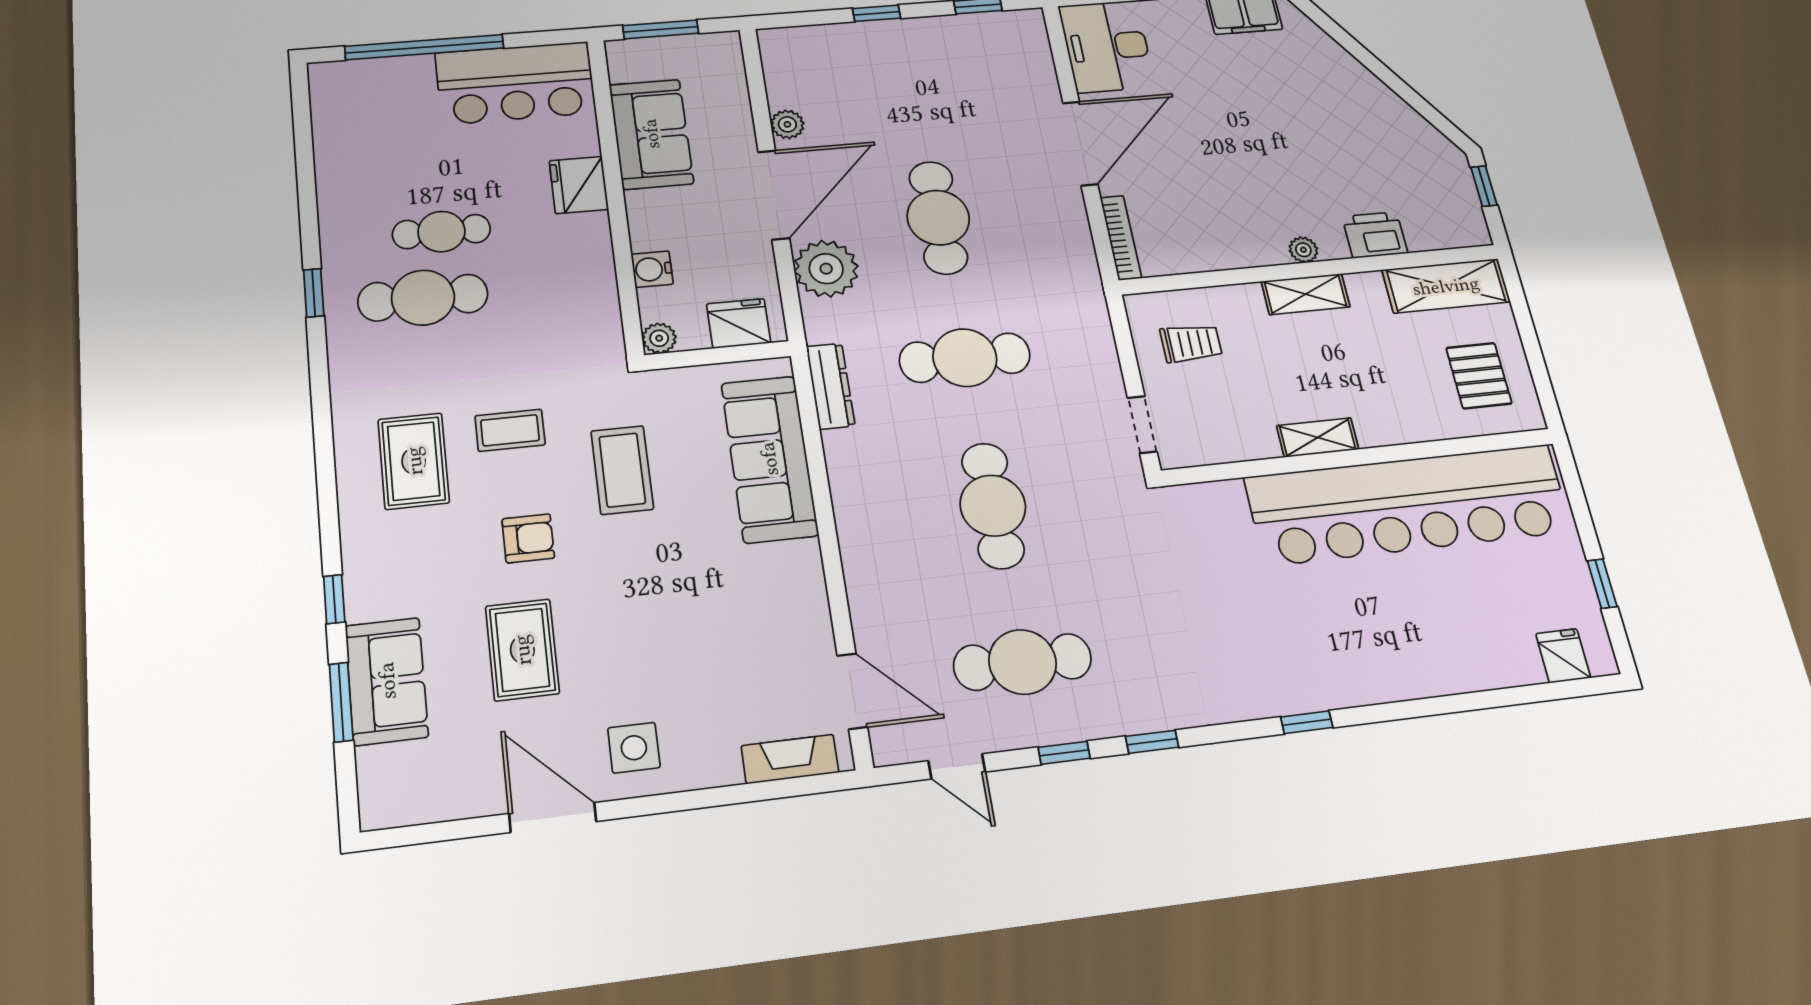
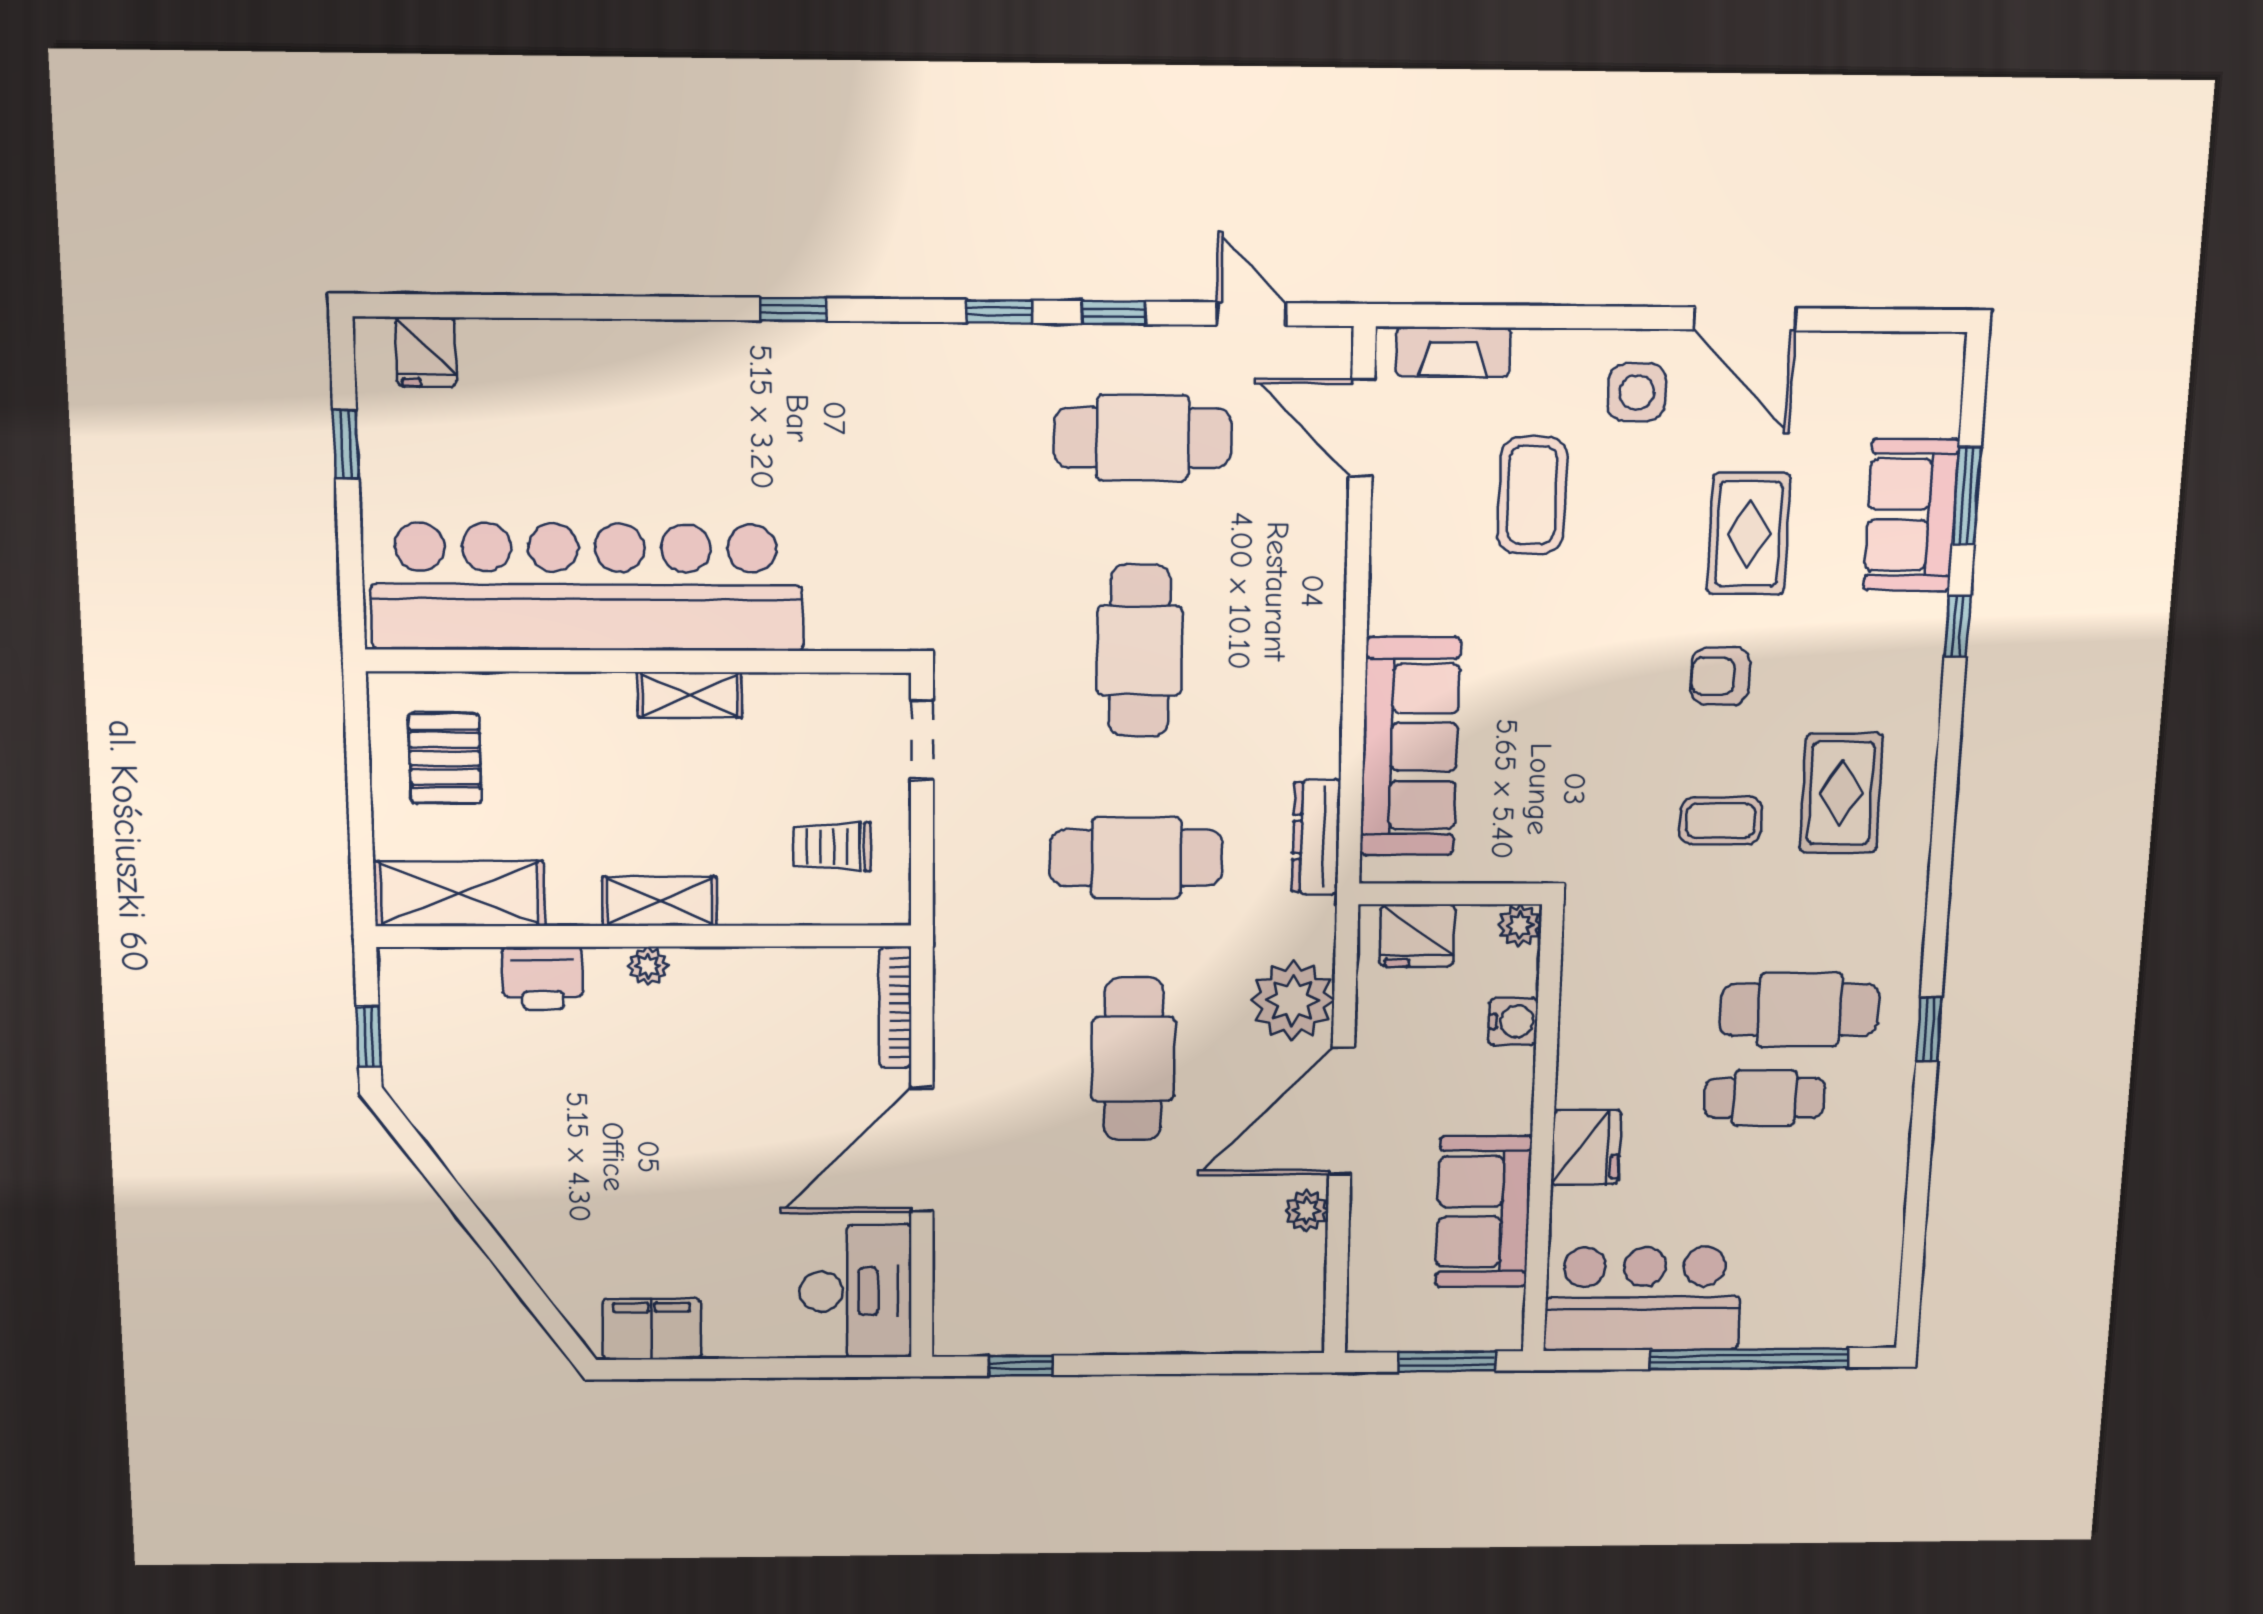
window: (877, 13) -> (1160, 1364), removed
coffee table: (622, 470) -> (1532, 495), moved

